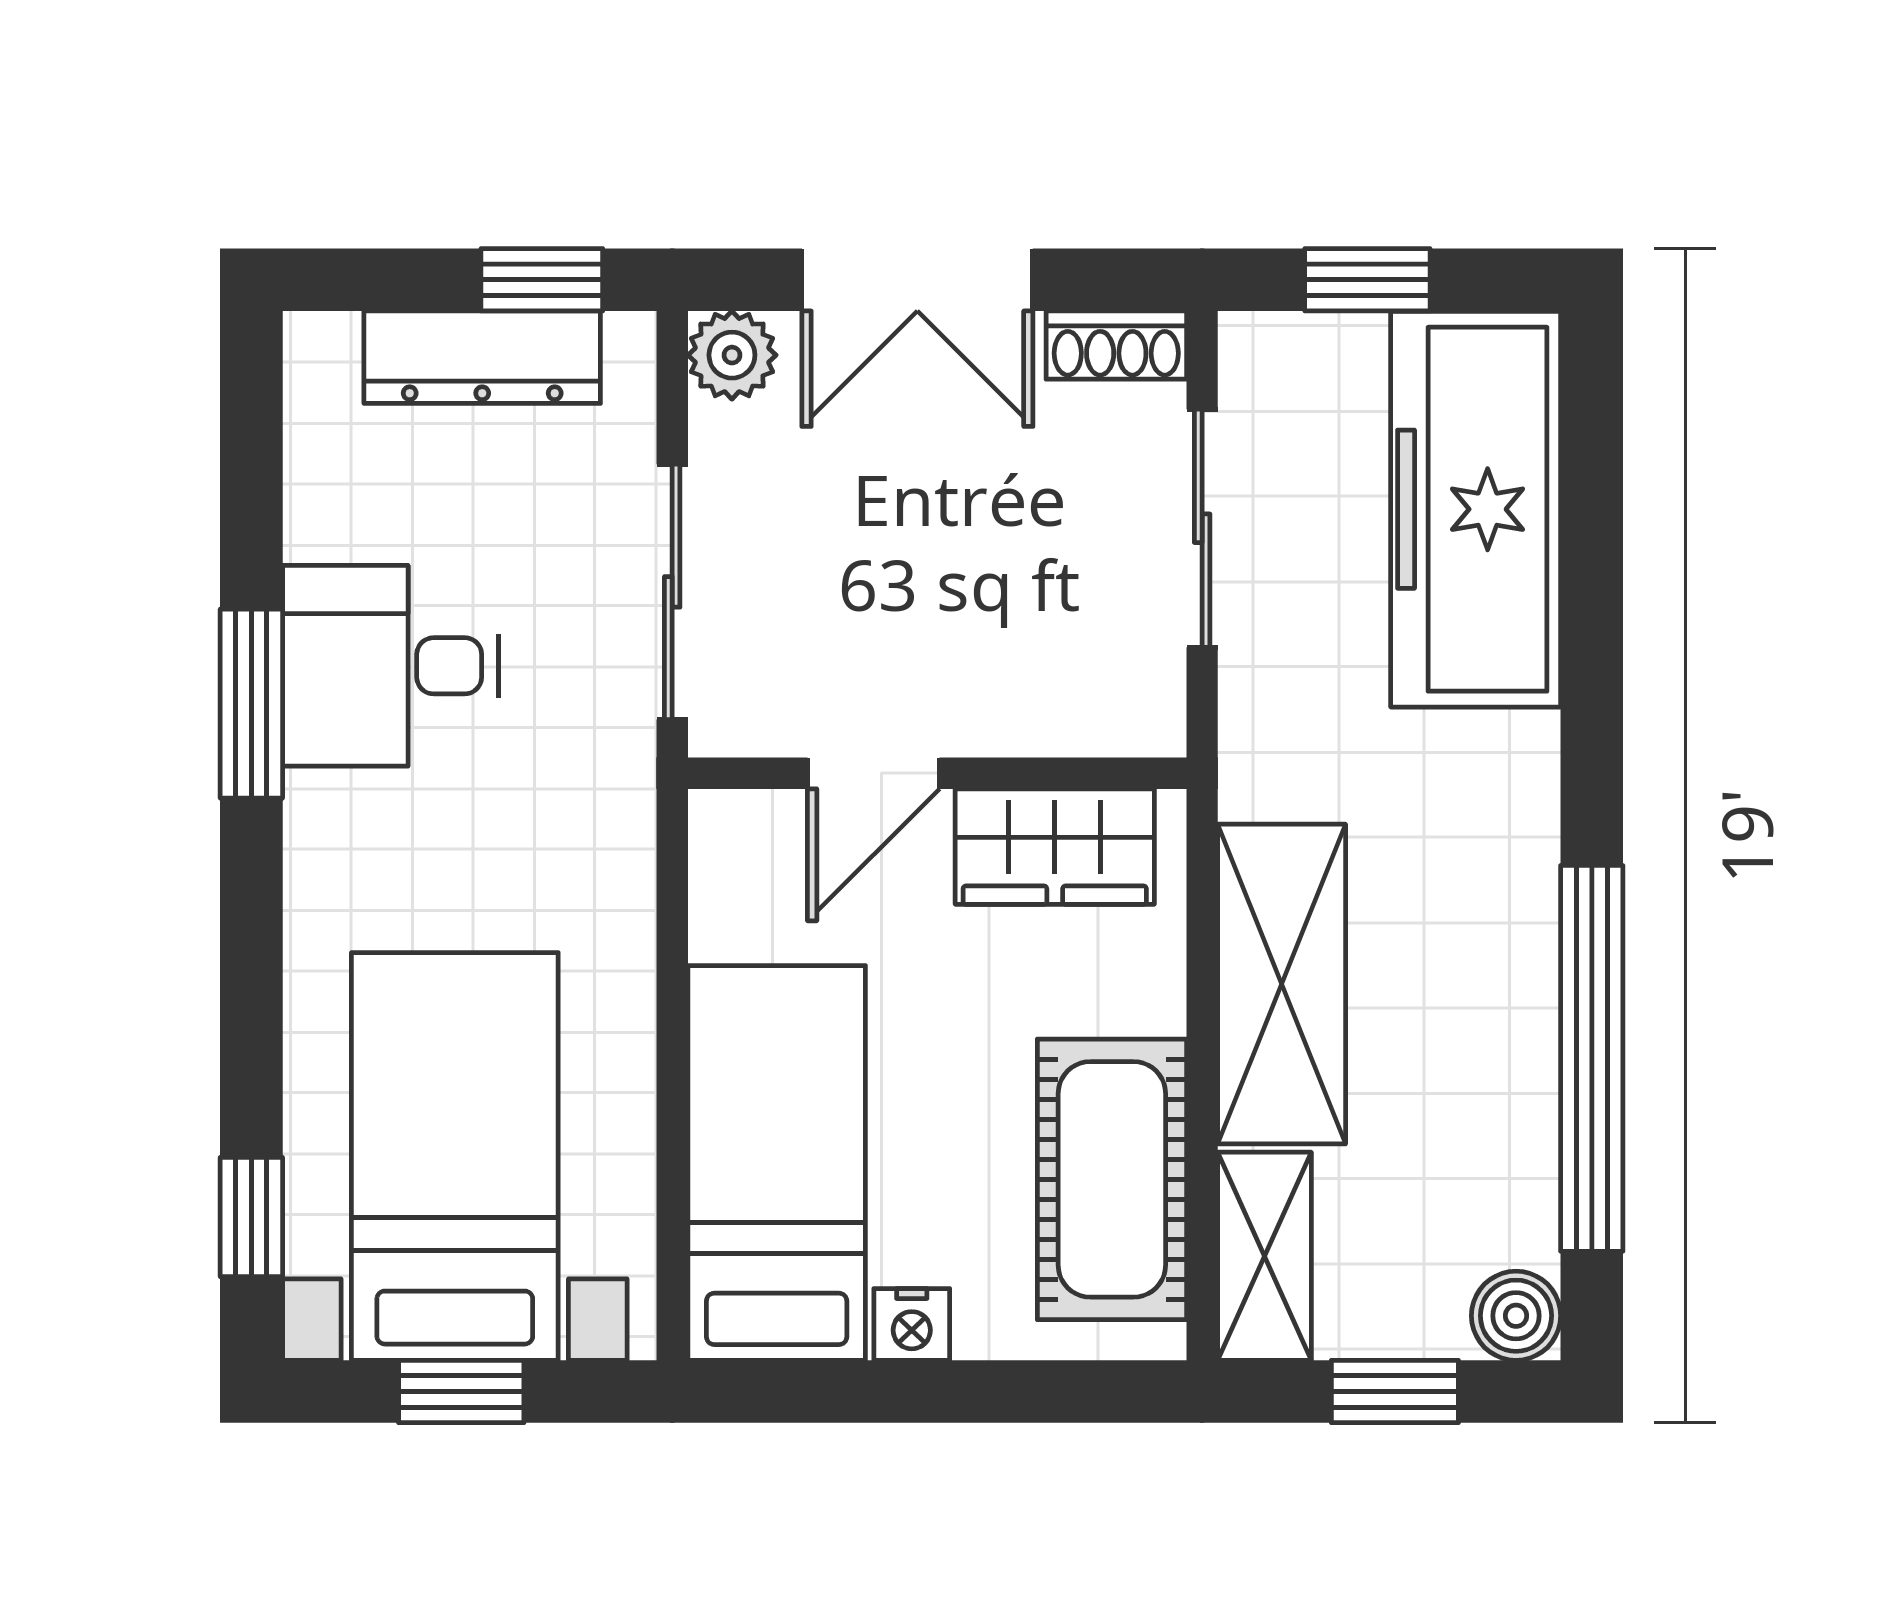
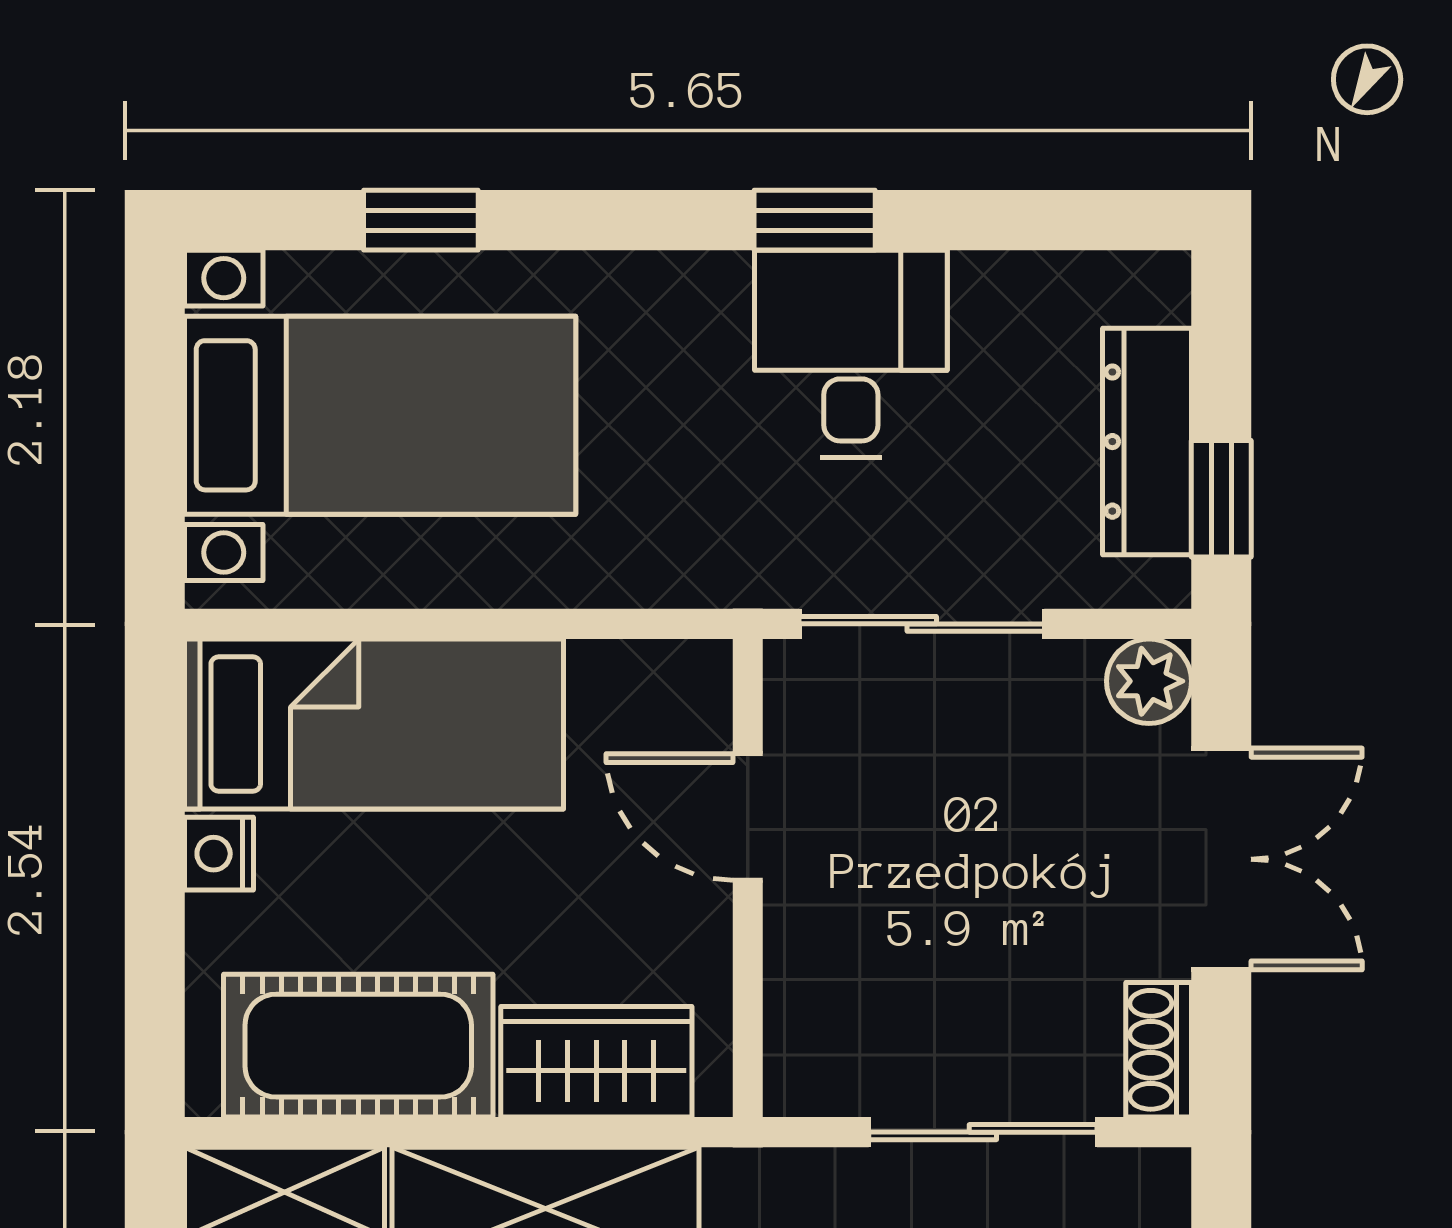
double door: (917, 280) -> (1221, 859), swing flipped
window: (251, 704) -> (815, 220), width x0.67
wardrobe: (1055, 847) -> (596, 1062), moved, turned 90
window: (251, 1217) -> (421, 220), moved
window: (461, 1391) -> (155, 421), removed

